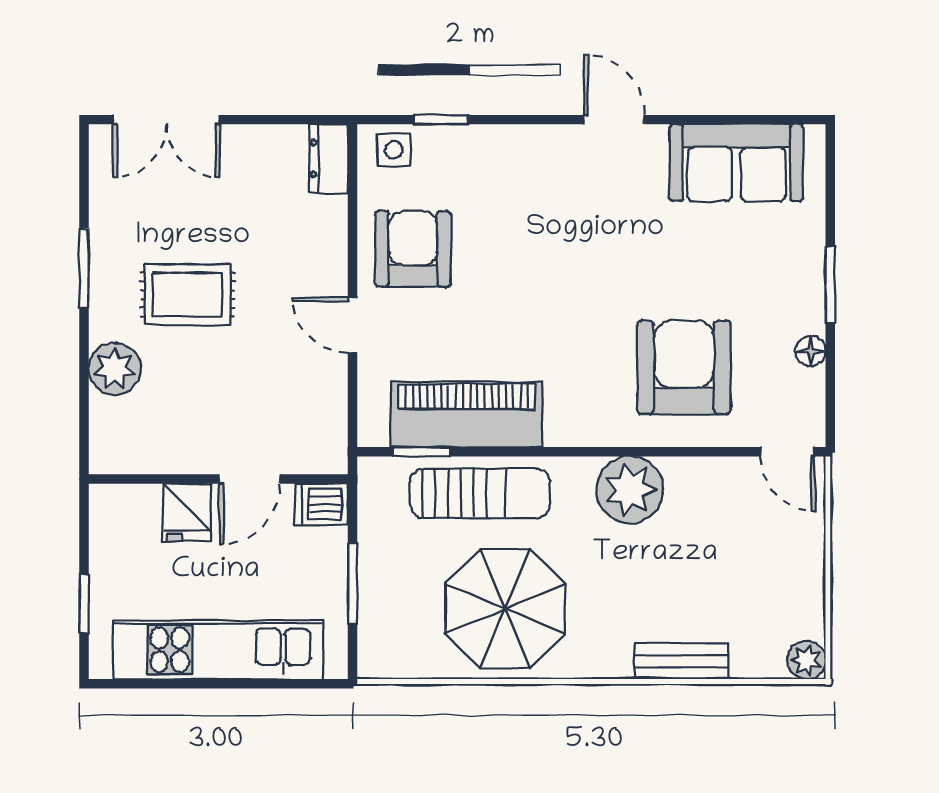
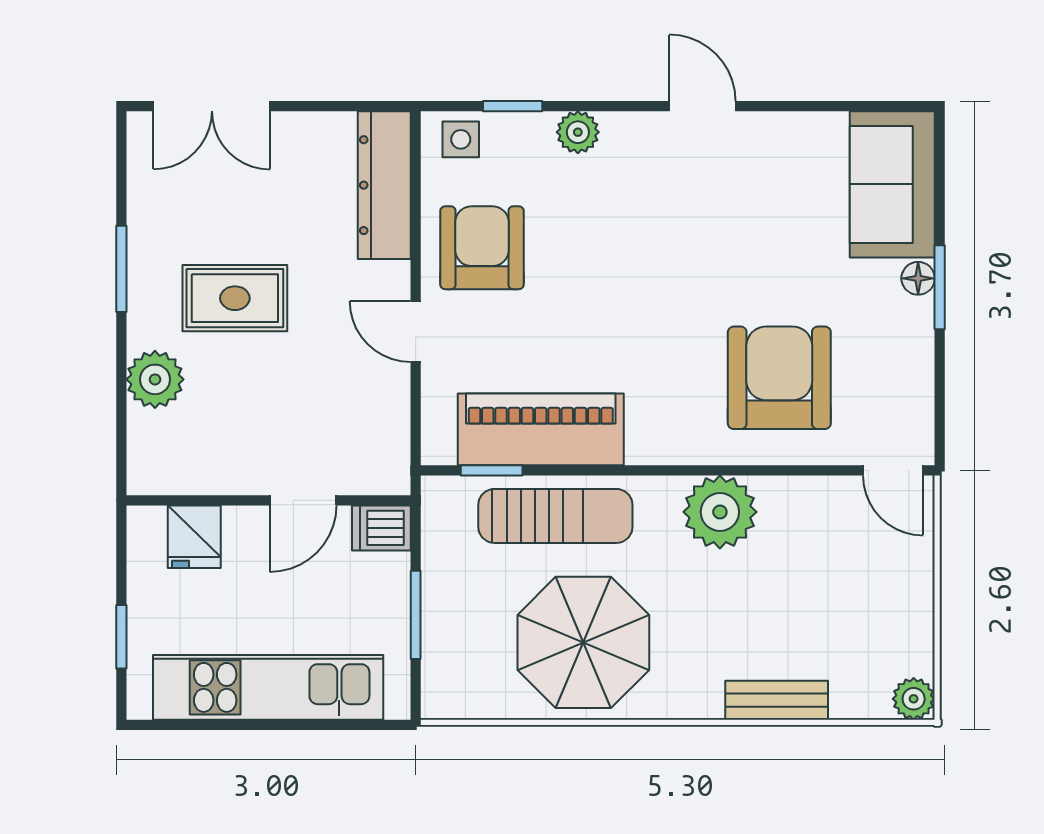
plant: (500, 143) -> (578, 132), added
dresser: (329, 159) -> (384, 185), width x1.96, depth x1.24
sofa: (736, 163) -> (892, 184), moved, turned 90
floor lamp: (811, 351) -> (918, 278), moved
fridge: (187, 512) -> (194, 537), moved

